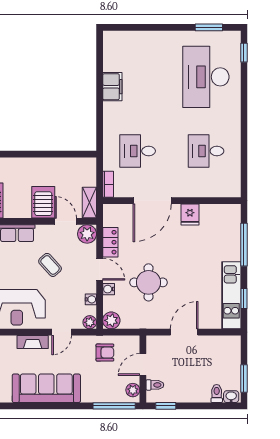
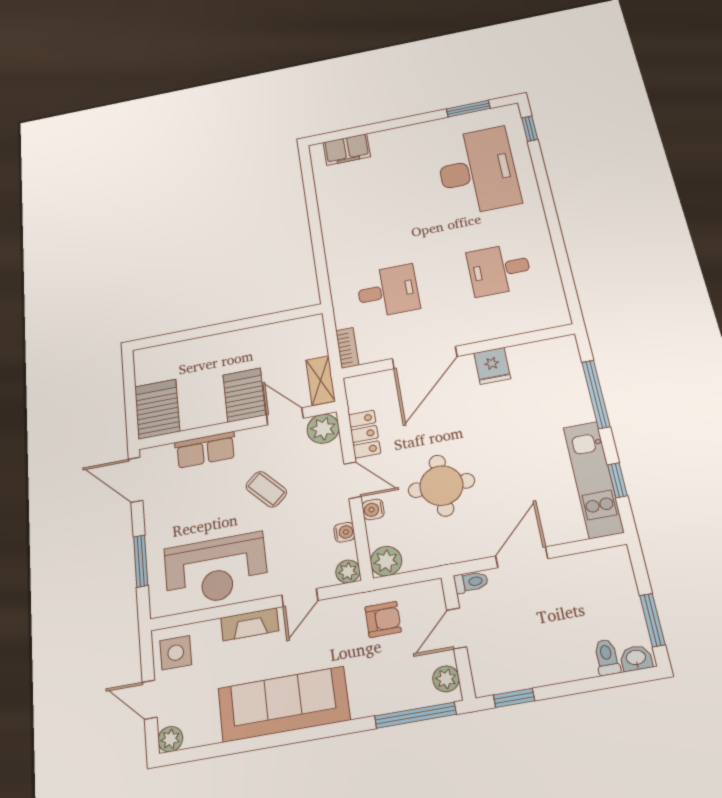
desk: (206, 77) -> (477, 171), turned 180
filing cabinet: (112, 87) -> (347, 149), moved, turned 90
desk: (138, 151) -> (388, 291), turned 180
toilet: (155, 385) -> (471, 582), moved

